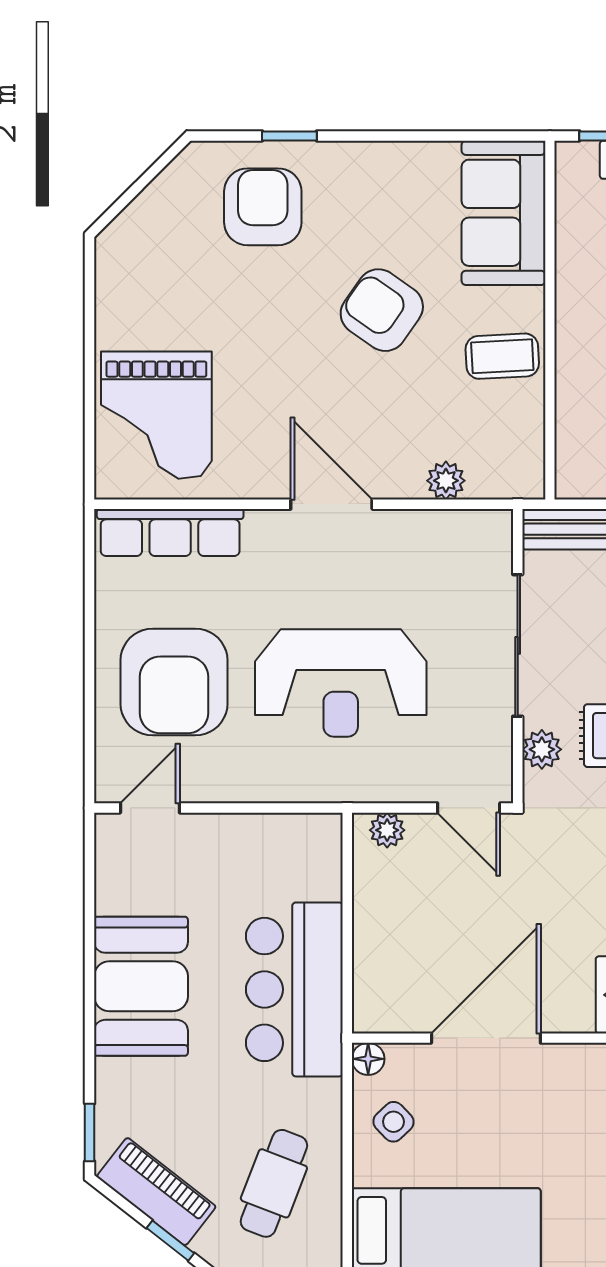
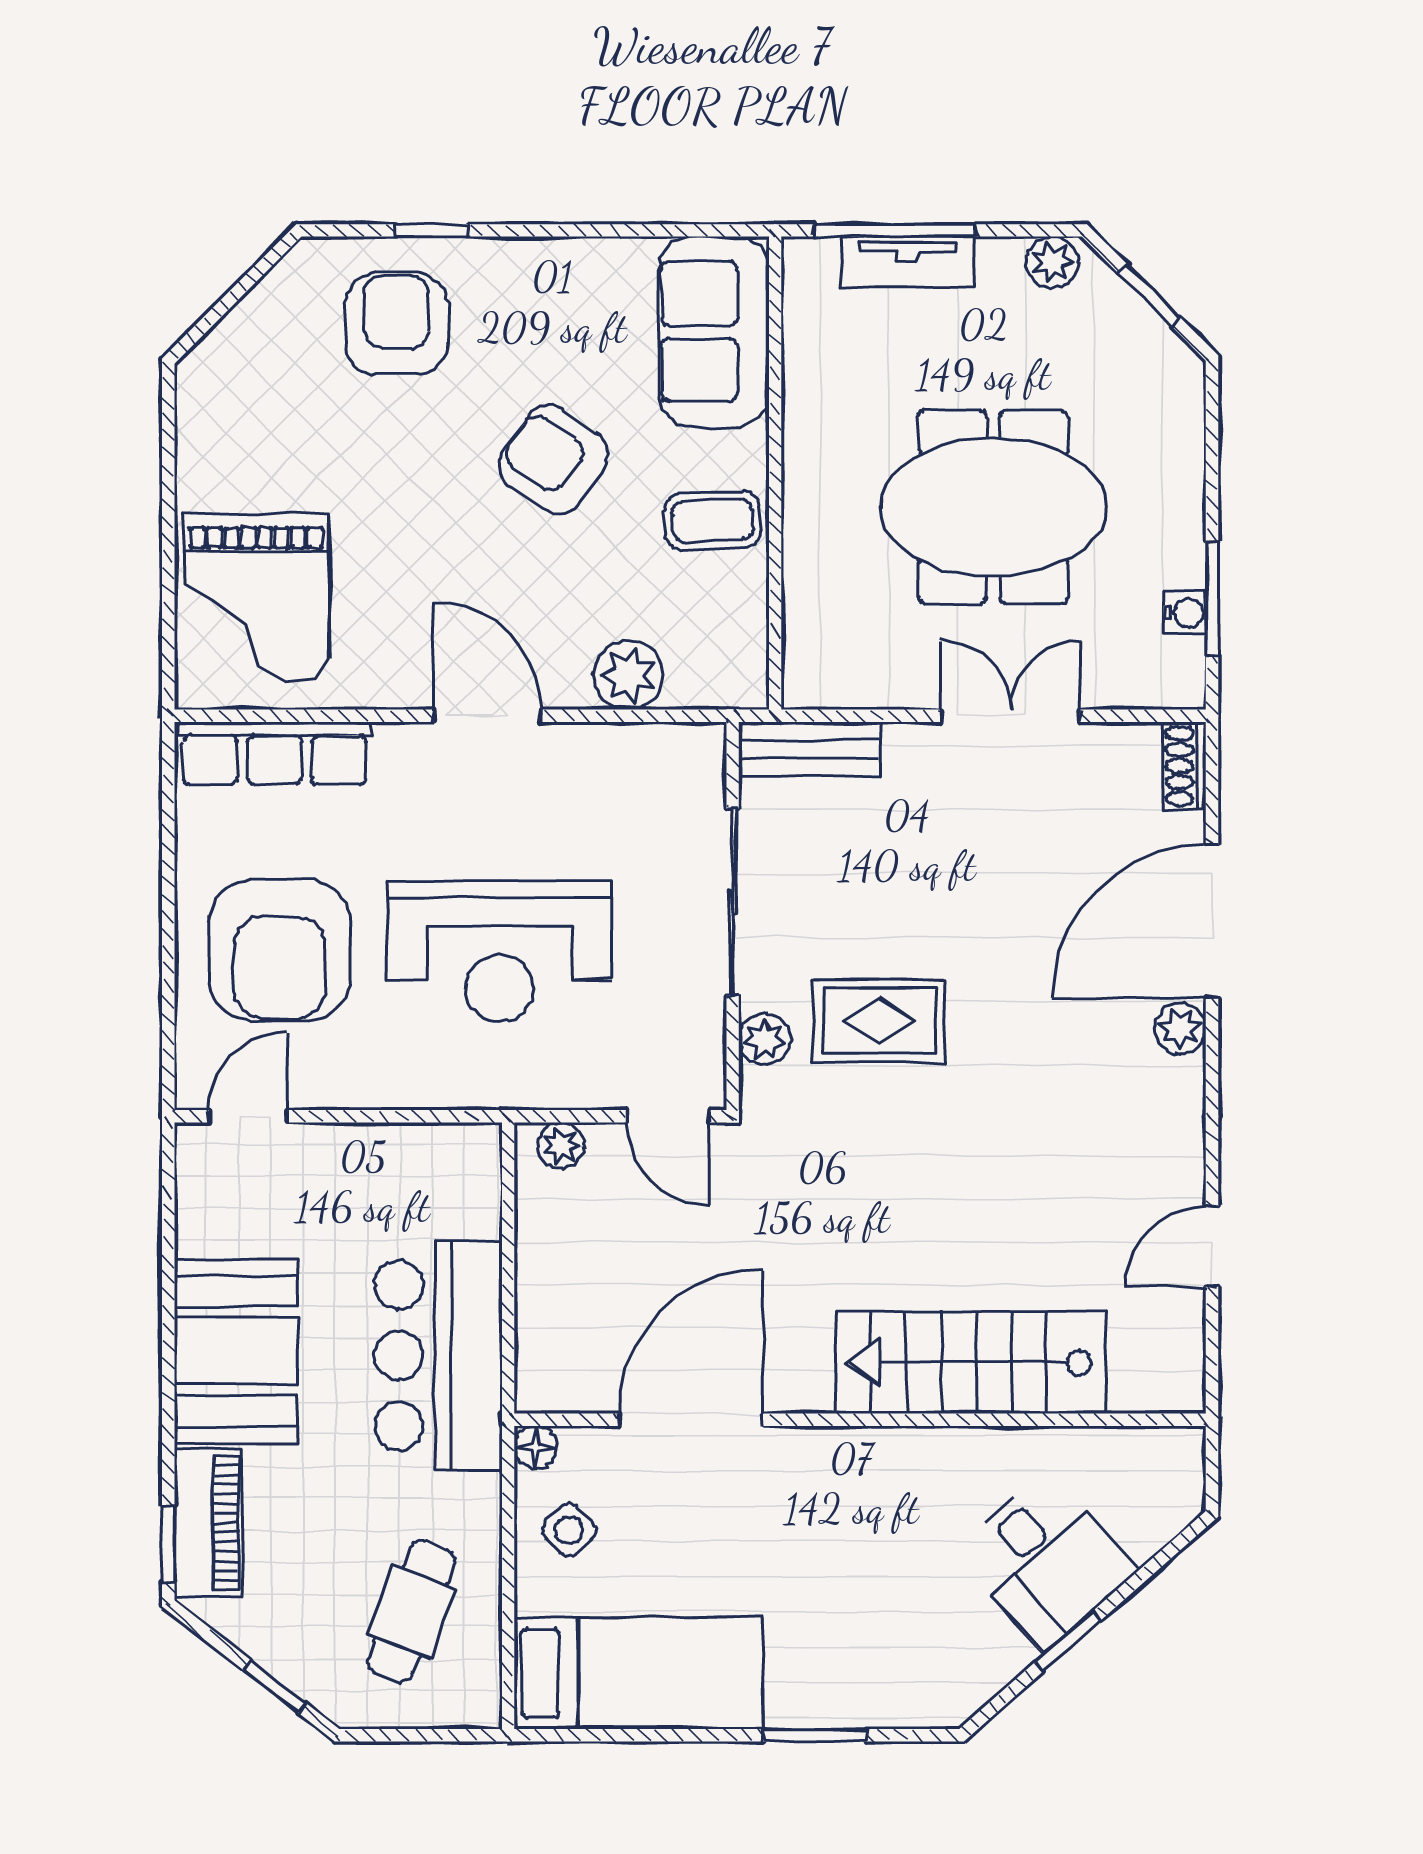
plant: (446, 481) -> (629, 675), width x1.38, depth x1.38
piano: (156, 1192) -> (208, 1523), moved, turned 52

